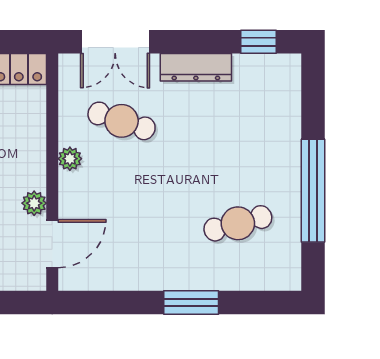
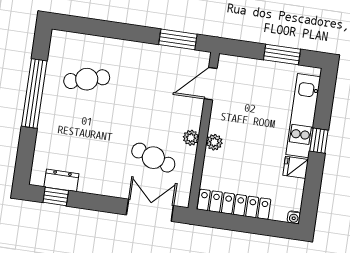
dresser: (196, 67) -> (61, 180), moved, width x0.70
plant: (34, 203) -> (214, 142), moved
window: (191, 303) -> (178, 39), moved

